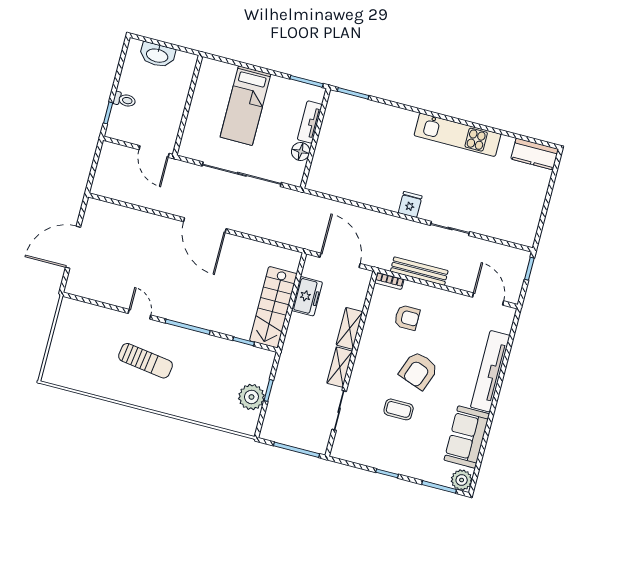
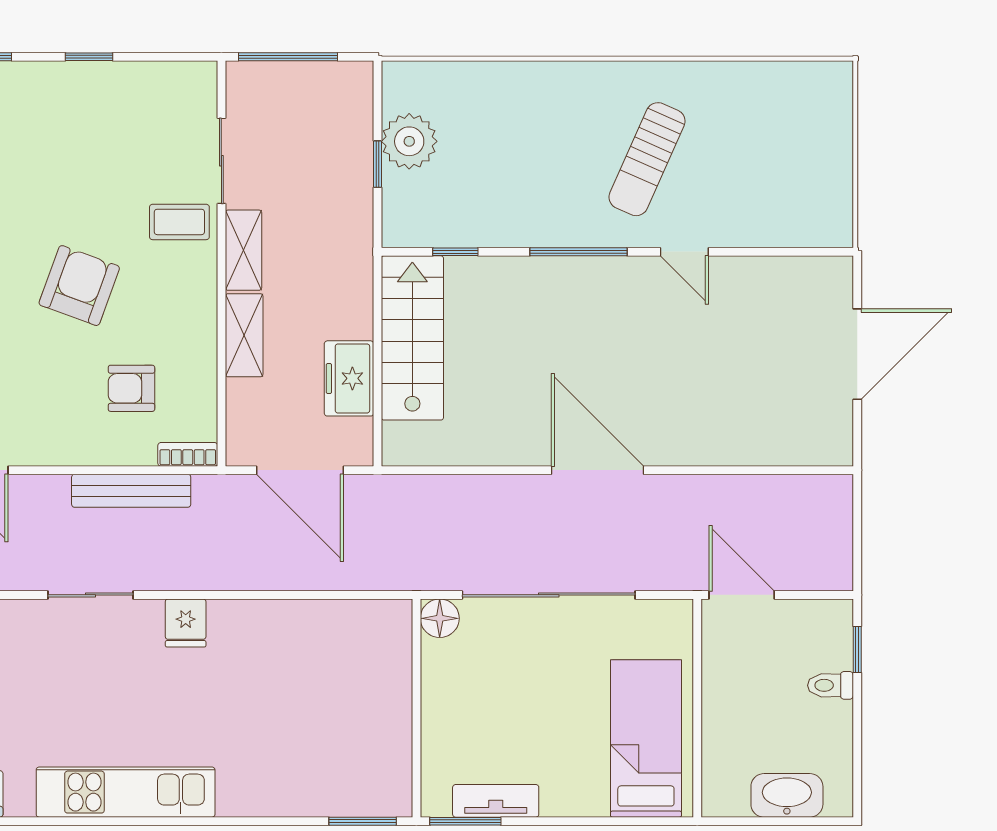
bed: (245, 106) -> (646, 738), moved
tv unit: (310, 122) -> (496, 801), moved, turned -90
floor lamp: (301, 151) -> (440, 618), moved
sun lounger: (145, 361) -> (647, 159), turned -74
coffee table: (399, 409) -> (179, 222), moved

